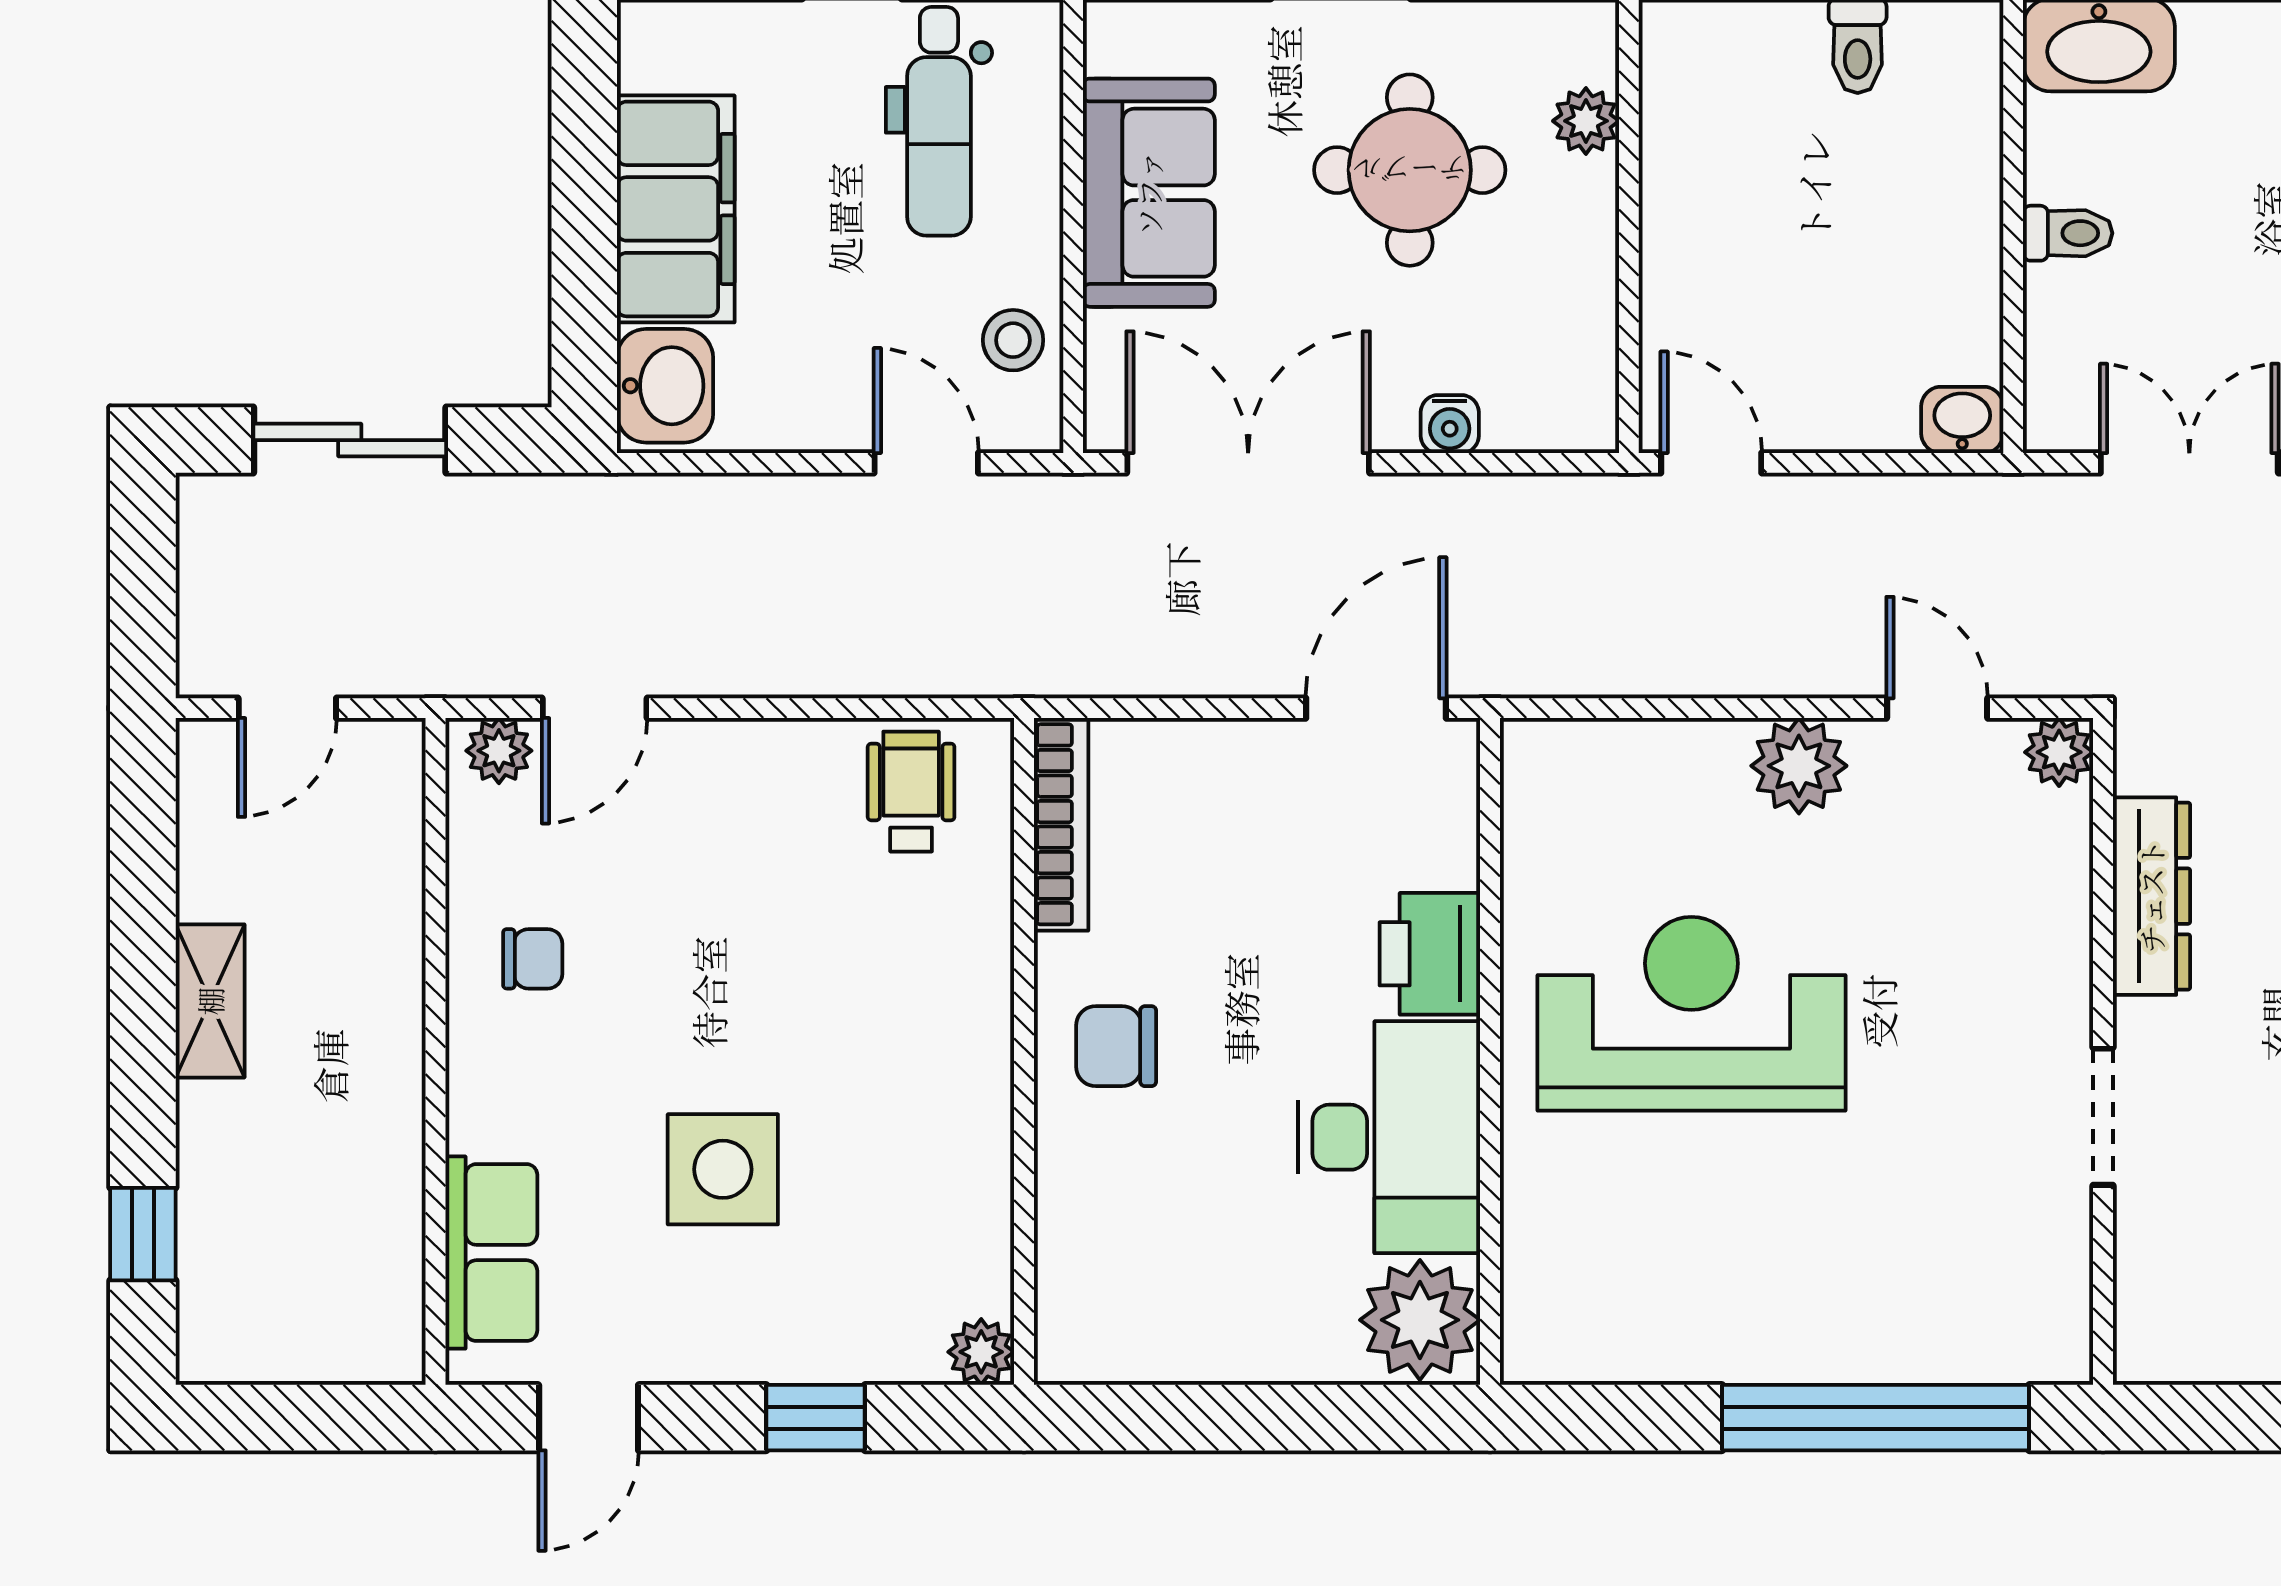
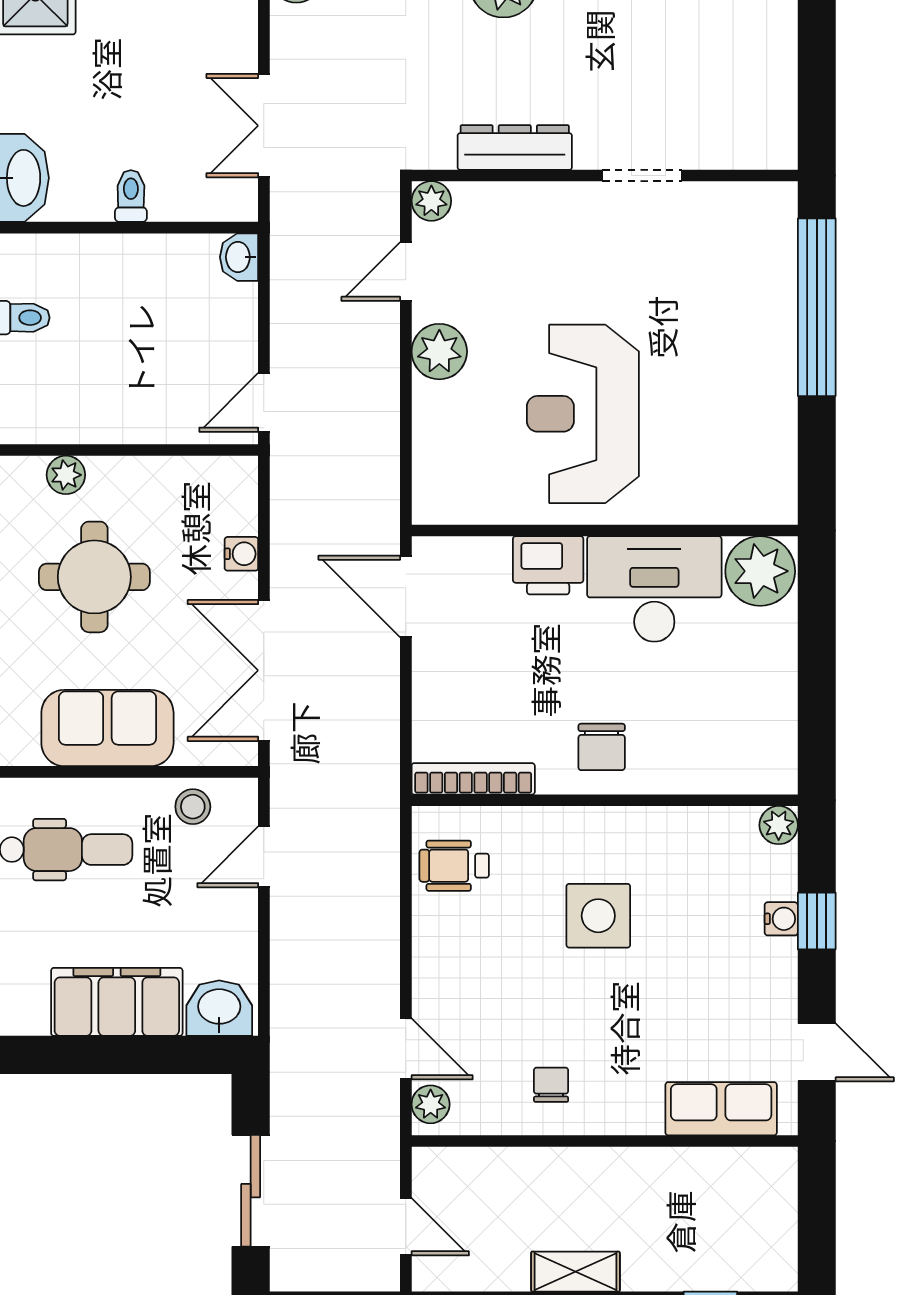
side table: (723, 1169) -> (598, 916), moved
water cooler: (819, 1356) -> (781, 919), added

